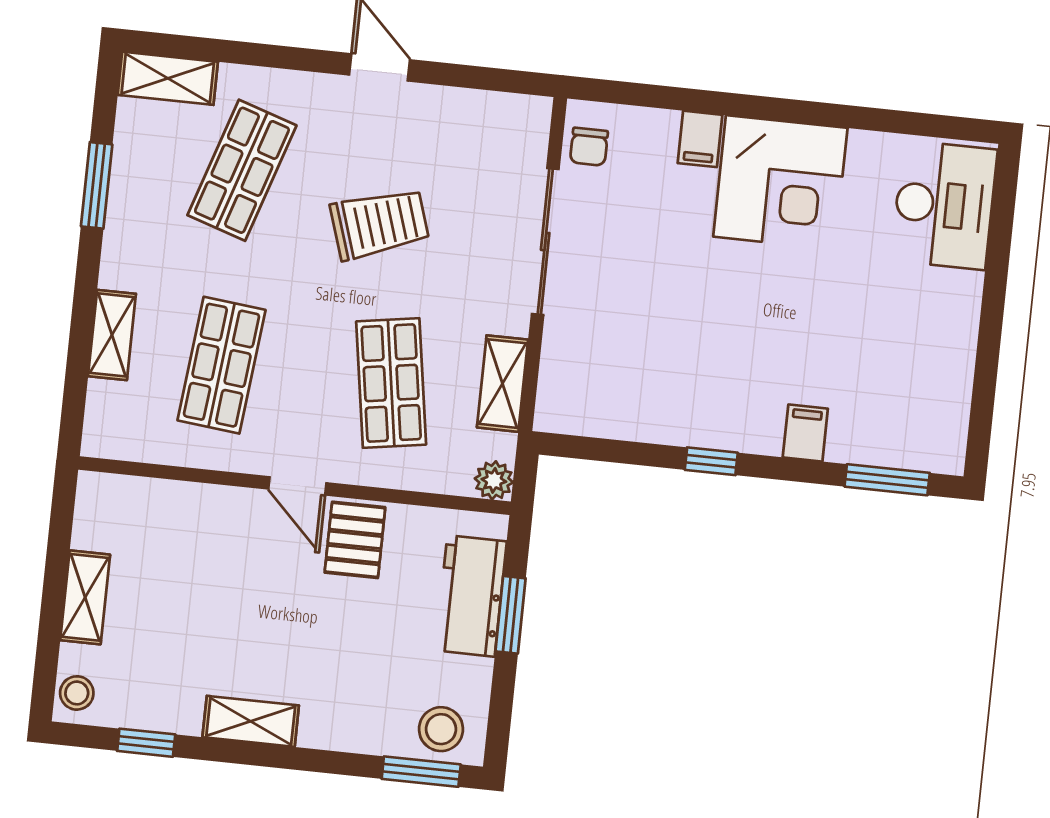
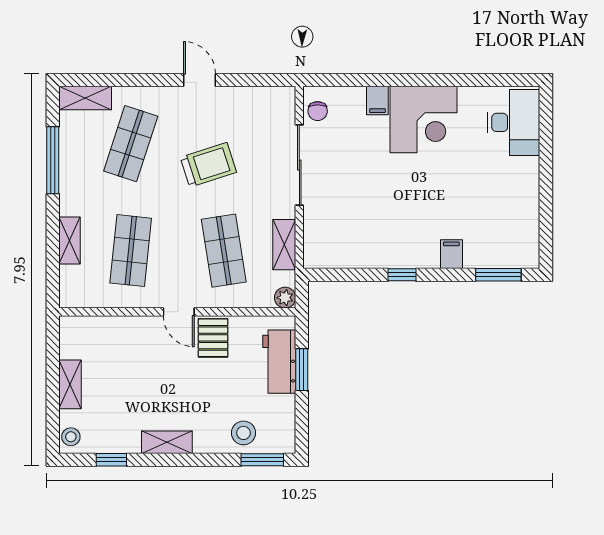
window: (97, 185) -> (53, 160), width x1.44
stool: (441, 729) -> (243, 433), moved

